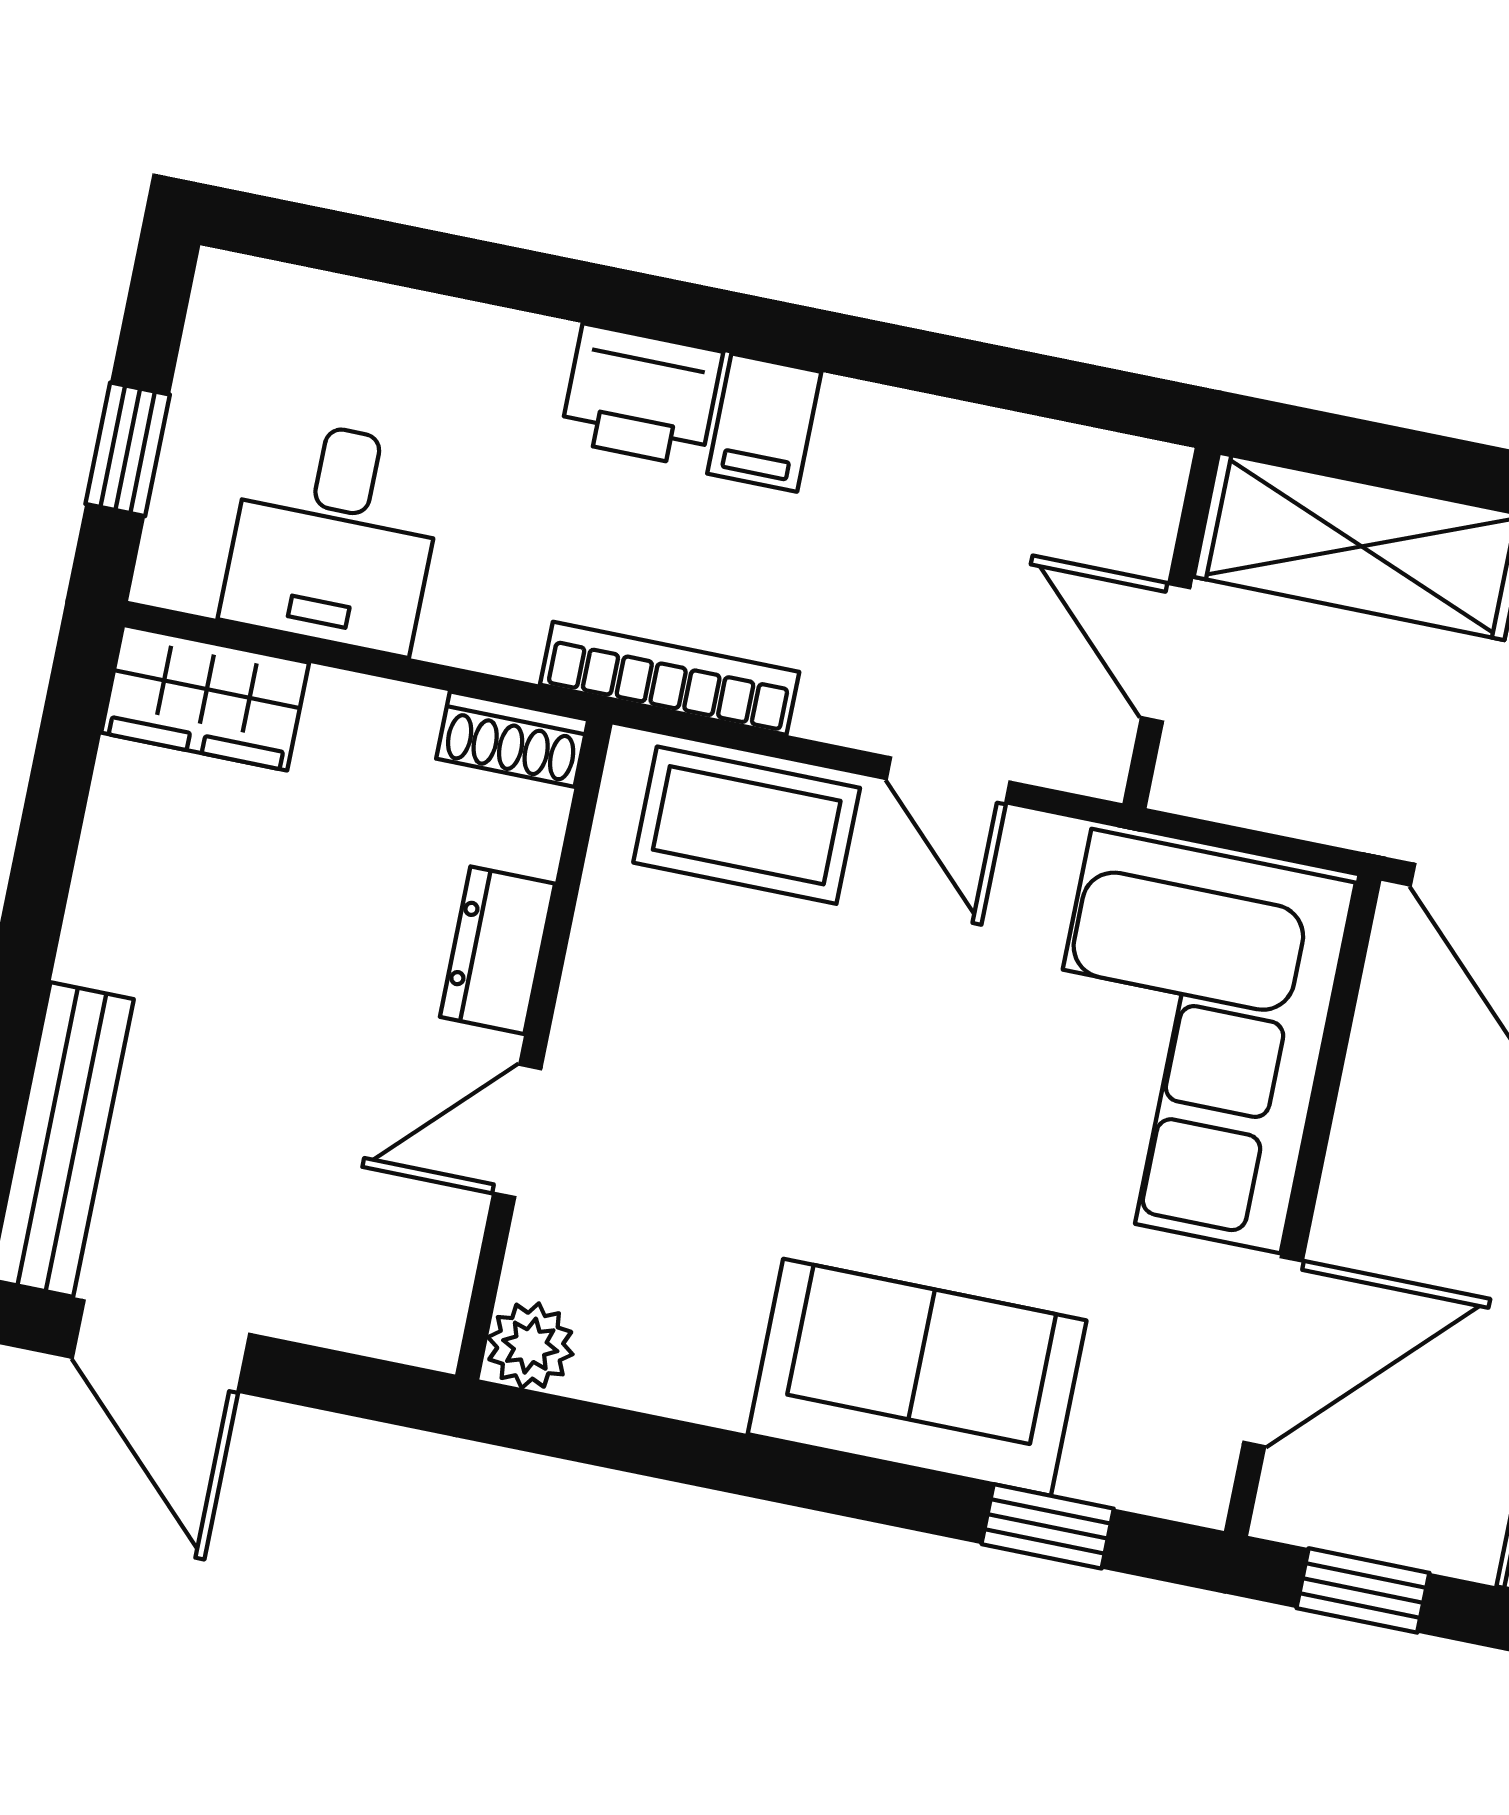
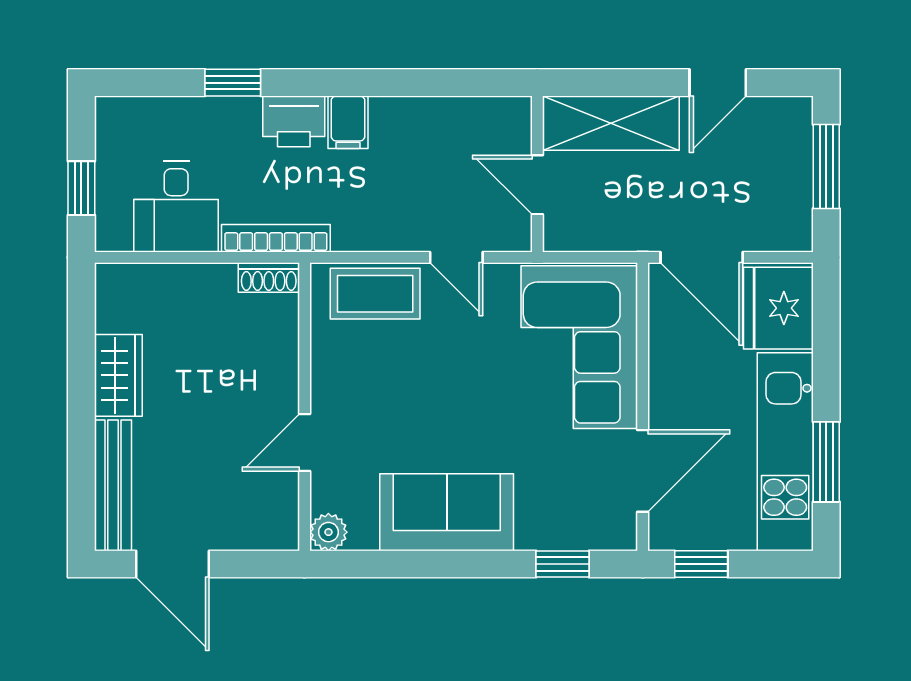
window: (520, 279) -> (233, 83), added
bookcase: (670, 678) -> (276, 238), moved
wardrobe: (205, 698) -> (118, 375), moved, turned -90
dresser: (497, 950) -> (281, 368), removed
sofa: (917, 1377) -> (447, 512), moved

